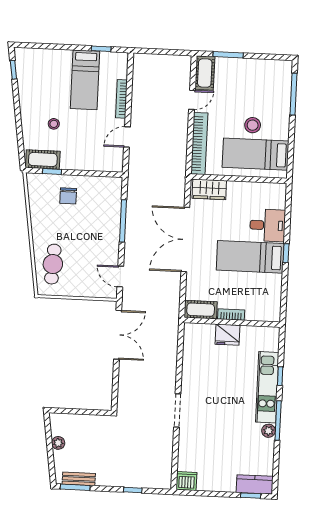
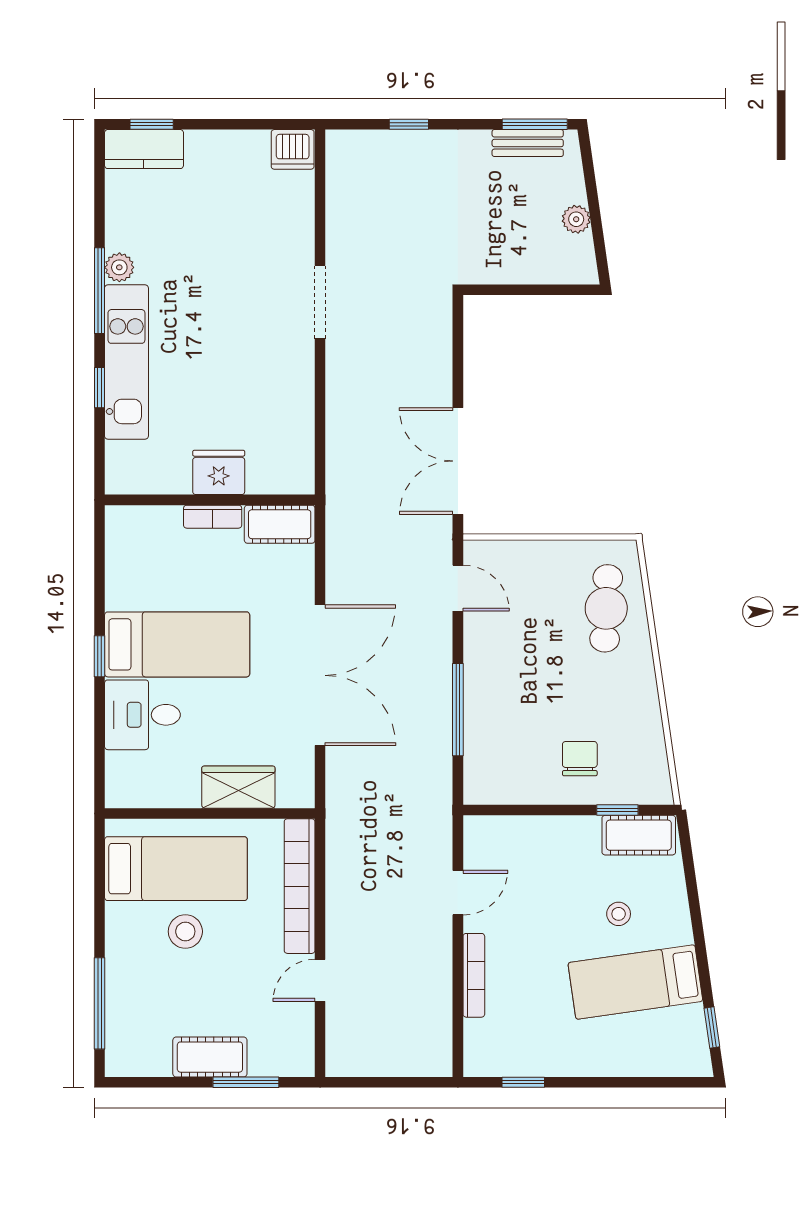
cot: (205, 73) -> (210, 1057), moved, turned 90
bed: (85, 80) -> (635, 982), moved, turned -98
wardrobe: (209, 189) -> (238, 787), moved

